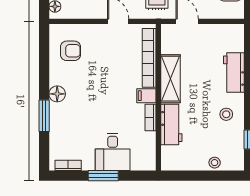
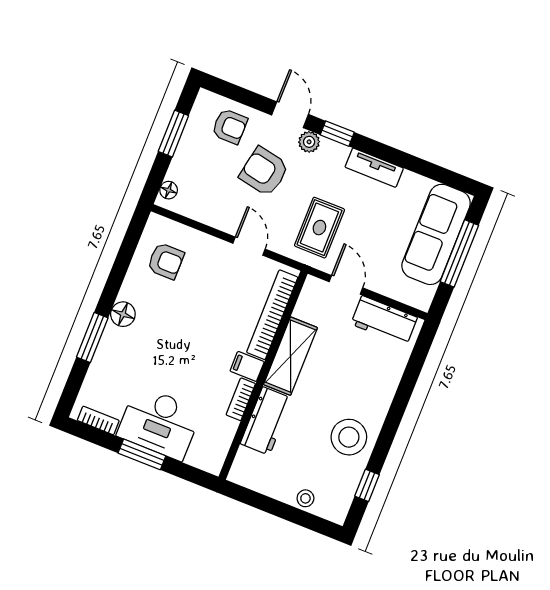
workbench: (234, 73) -> (384, 321), moved, turned -90
stool: (226, 114) -> (349, 437), width x1.89, depth x1.89
desk: (113, 152) -> (159, 423), width x1.37

